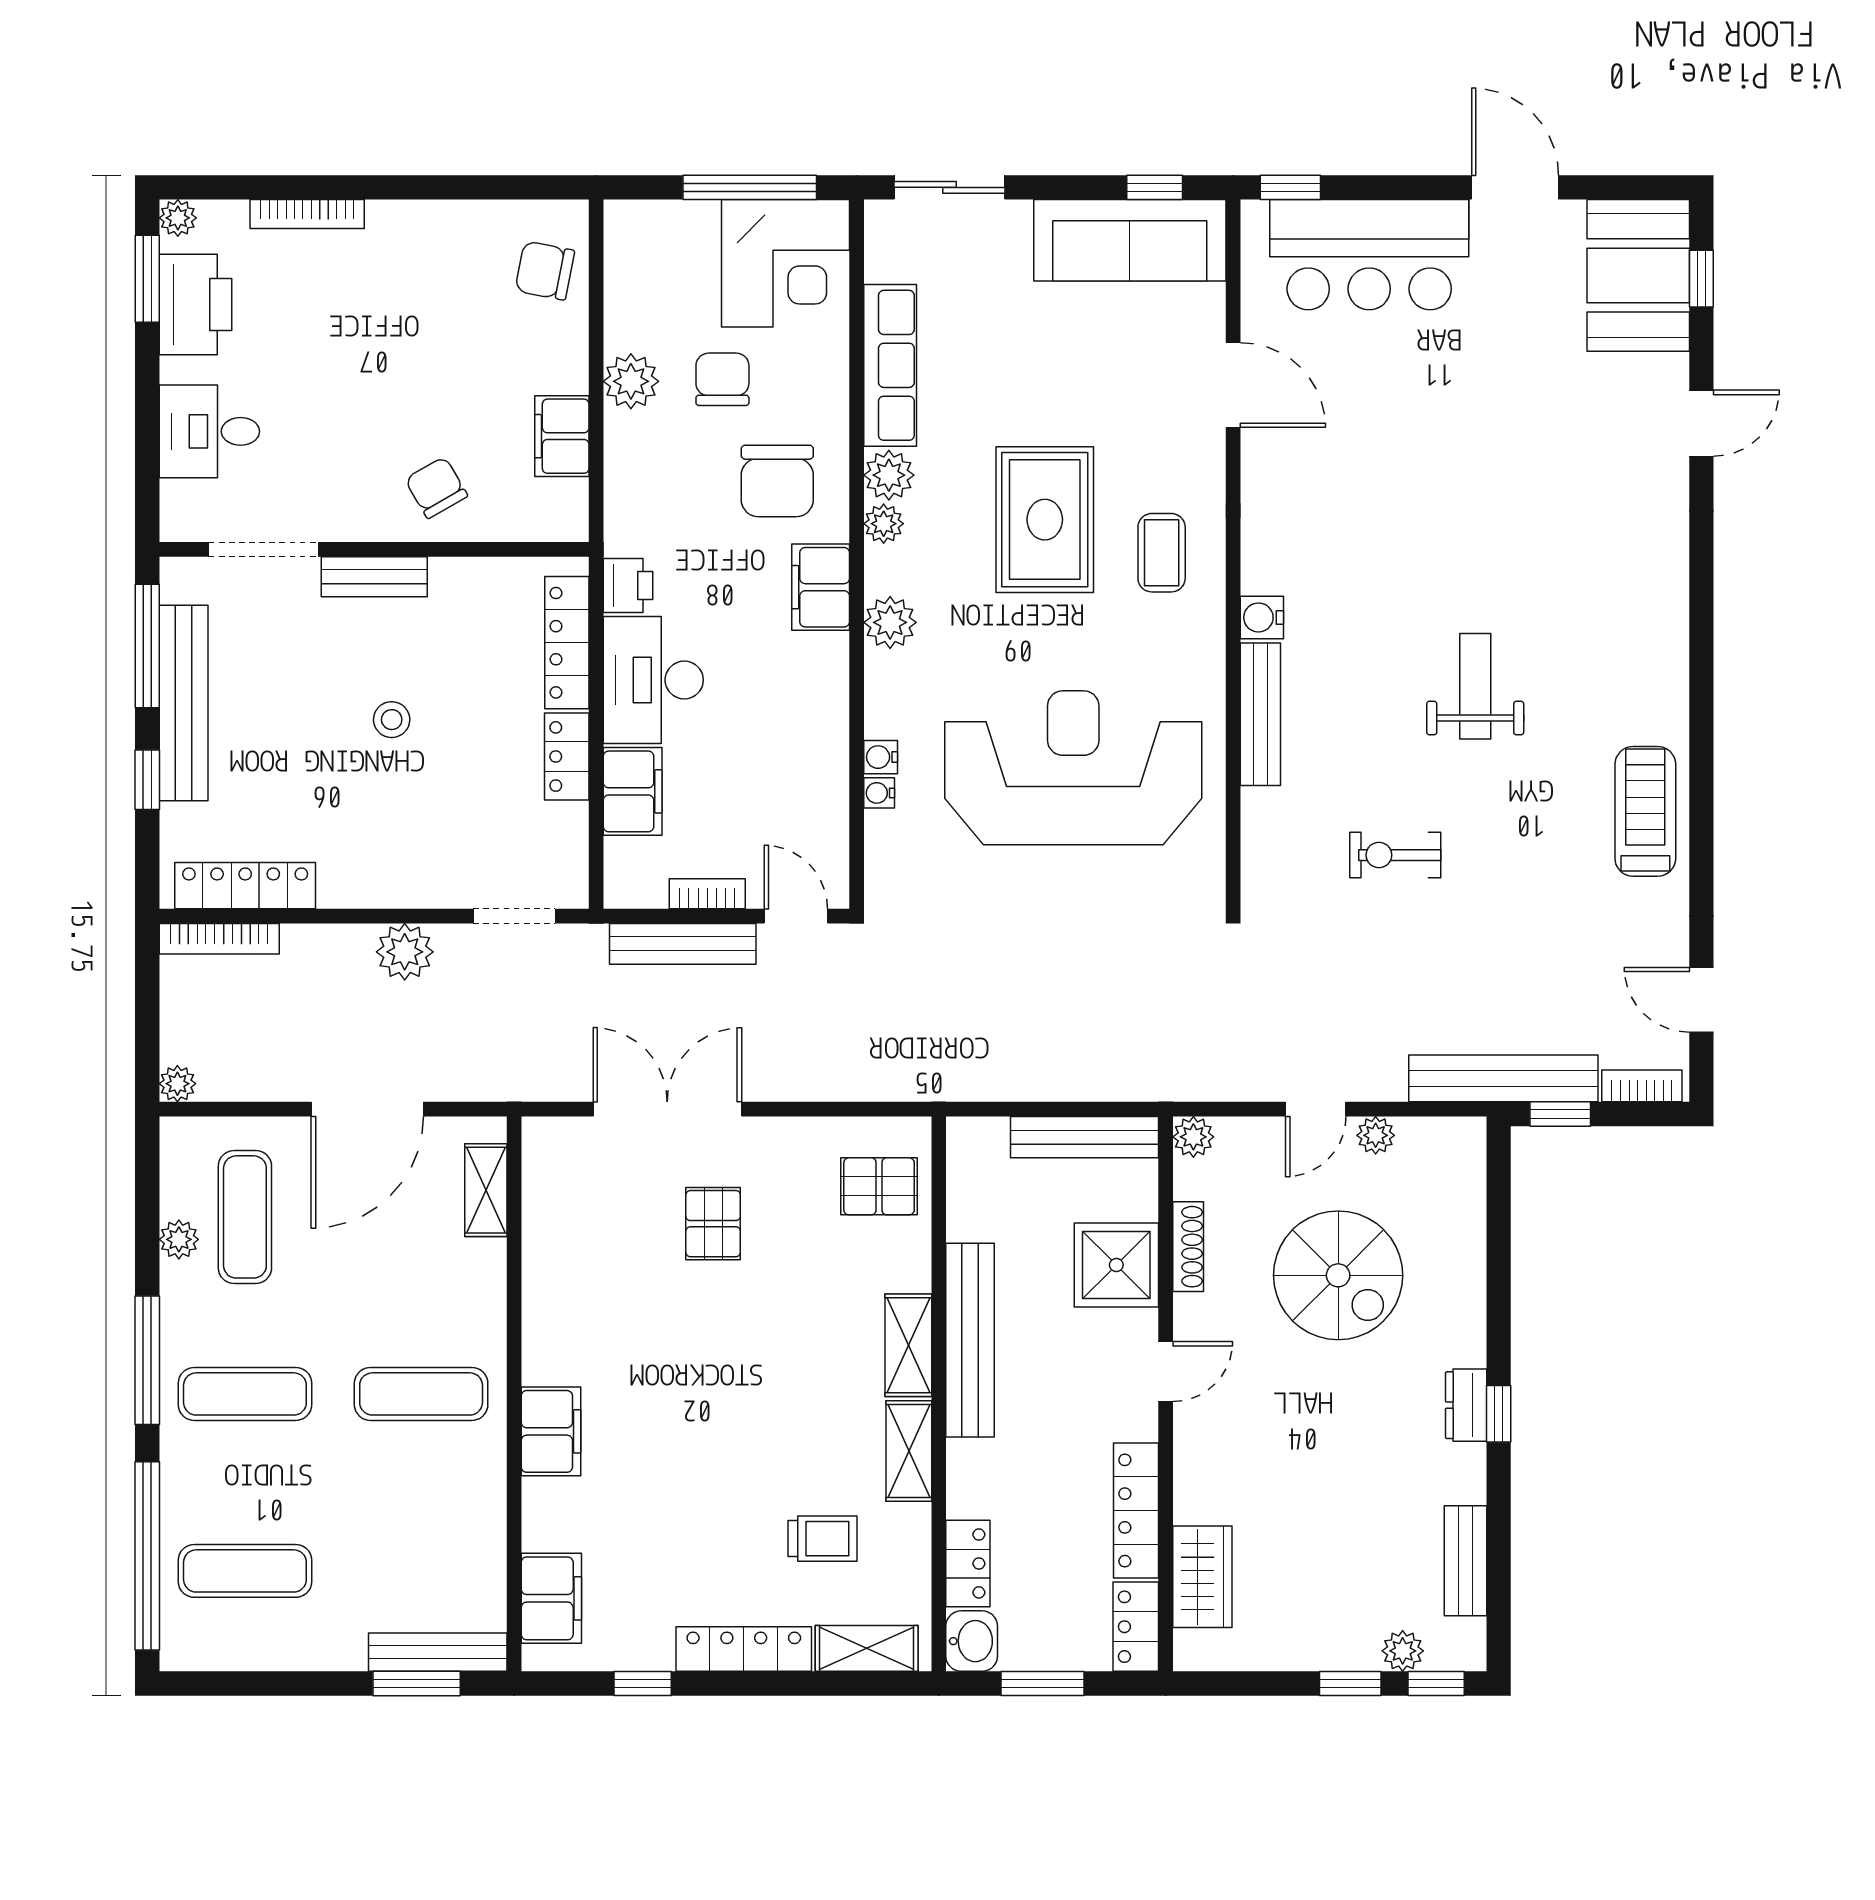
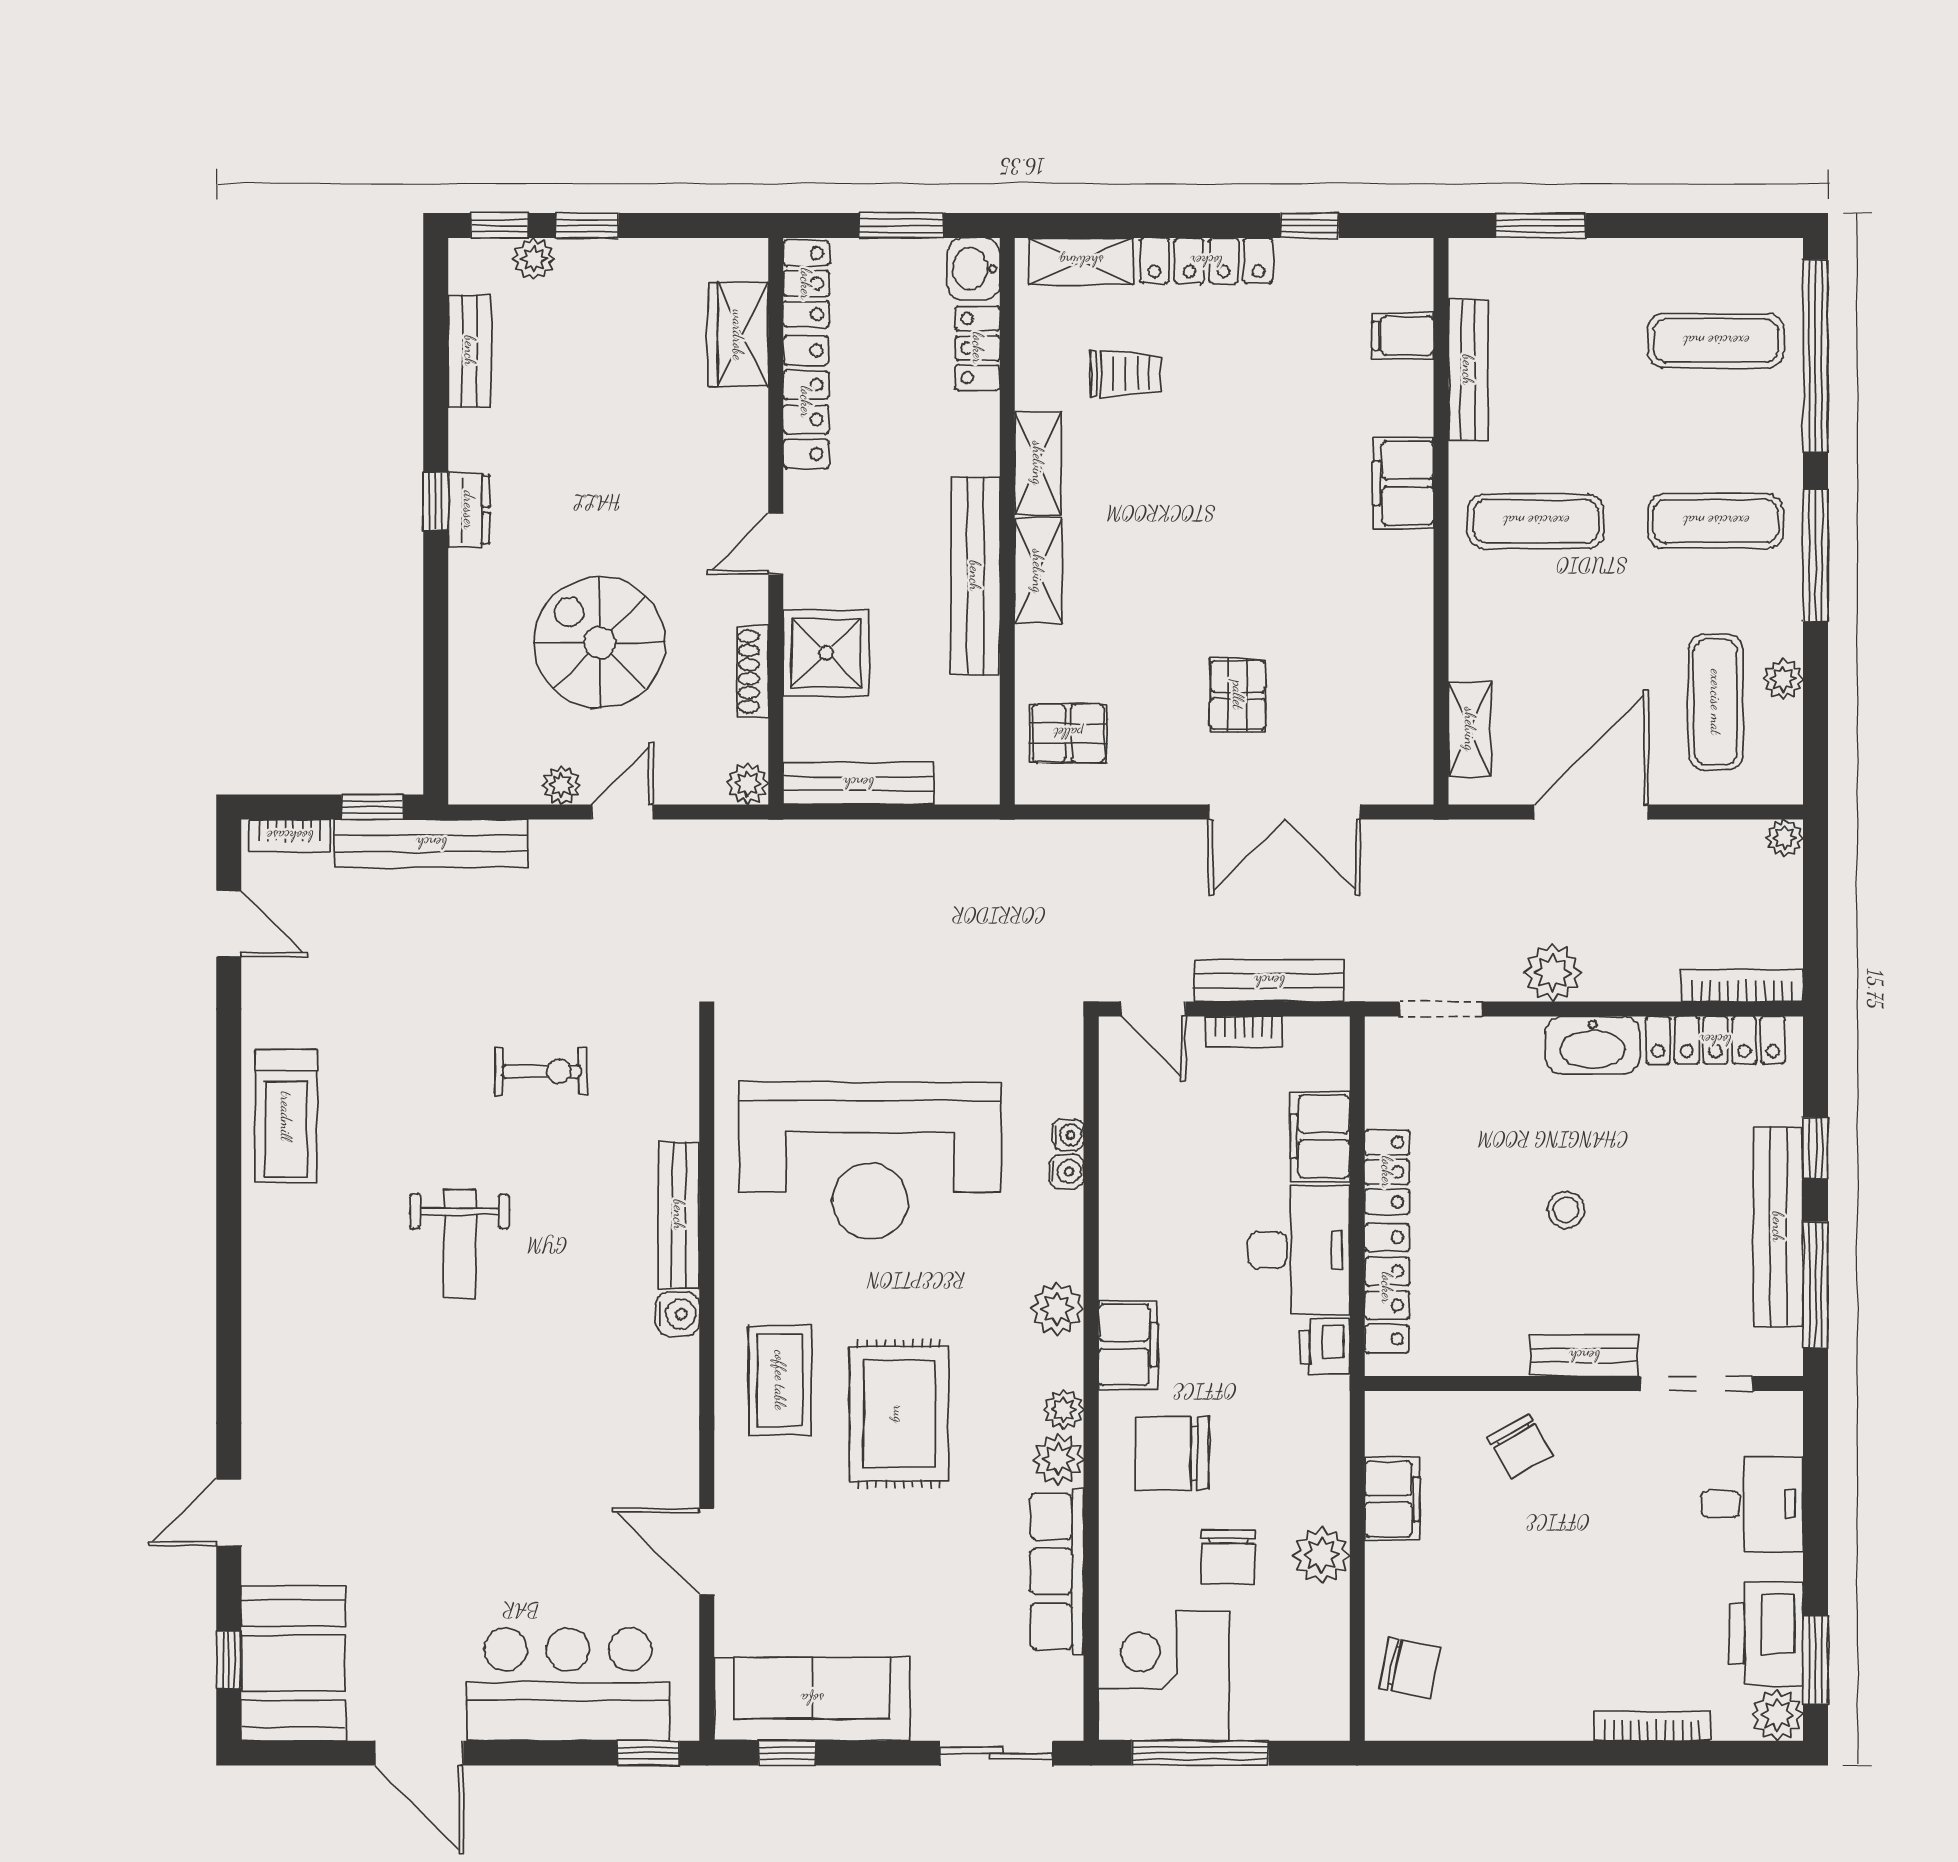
plant: (178, 218) -> (1777, 1715), width x1.38, depth x1.38
chair: (777, 481) -> (1172, 1453), turned -90
coffee table: (1162, 553) -> (780, 1380), width x1.36, depth x1.30
washbasin: (365, 881) -> (1593, 1045), added
trolley: (823, 1539) -> (1126, 374), turned 180
filing cabinet: (551, 1598) -> (1403, 336), width x0.50
bench: (438, 1652) -> (1468, 370), moved, turned 90

